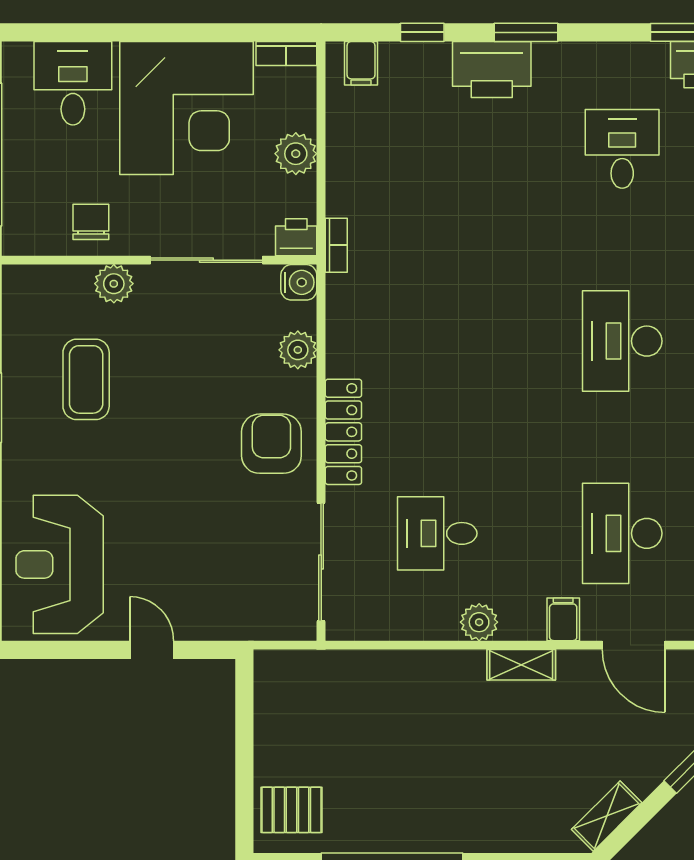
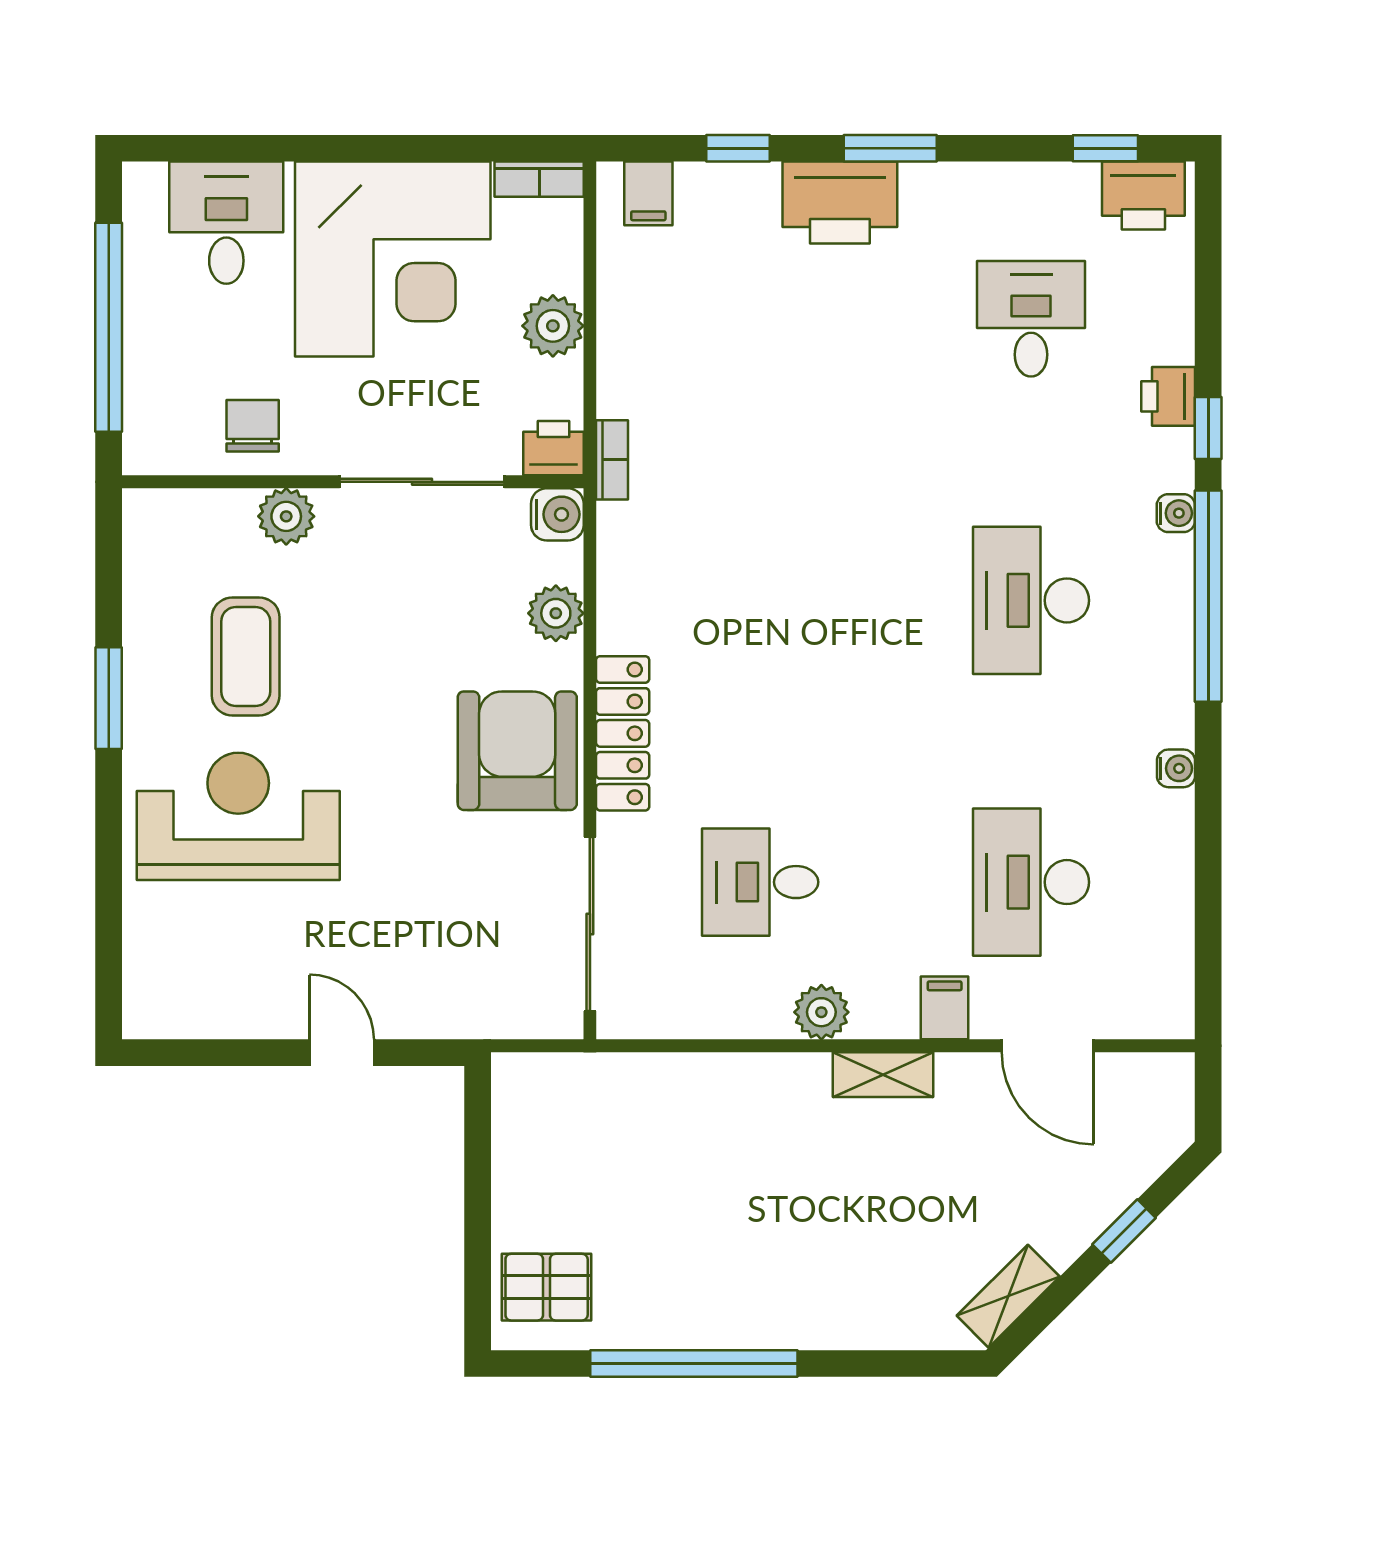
armchair: (271, 444) -> (517, 751), width x1.36, depth x1.36
reception desk: (60, 564) -> (238, 816), moved, turned 90

